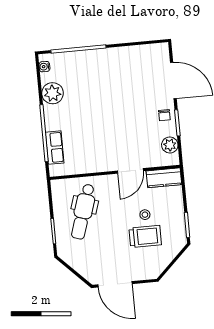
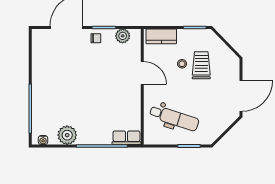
row of seats: (55, 148) -> (126, 138), moved
kitchen counter: (164, 178) -> (161, 36), moved, turned 90

